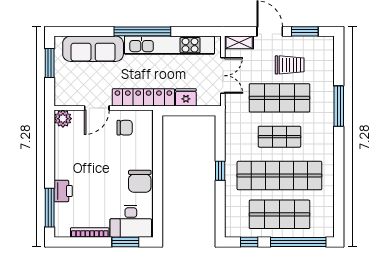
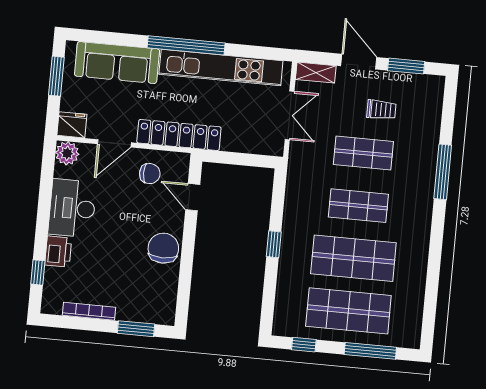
trolley: (290, 65) -> (381, 110), width x0.73, depth x0.72
fridge: (186, 97) -> (72, 125), moved
shop shelf: (279, 98) -> (363, 153), width x0.70, depth x0.74
door: (158, 142) -> (193, 197), added
shop shelf: (279, 176) -> (353, 258), width x0.71
chair: (140, 181) -> (163, 248), turned 180
window: (50, 208) -> (38, 272), width x0.46
desk: (131, 221) -> (72, 208), moved, turned 90
window: (298, 242) -> (370, 351), width x0.68

